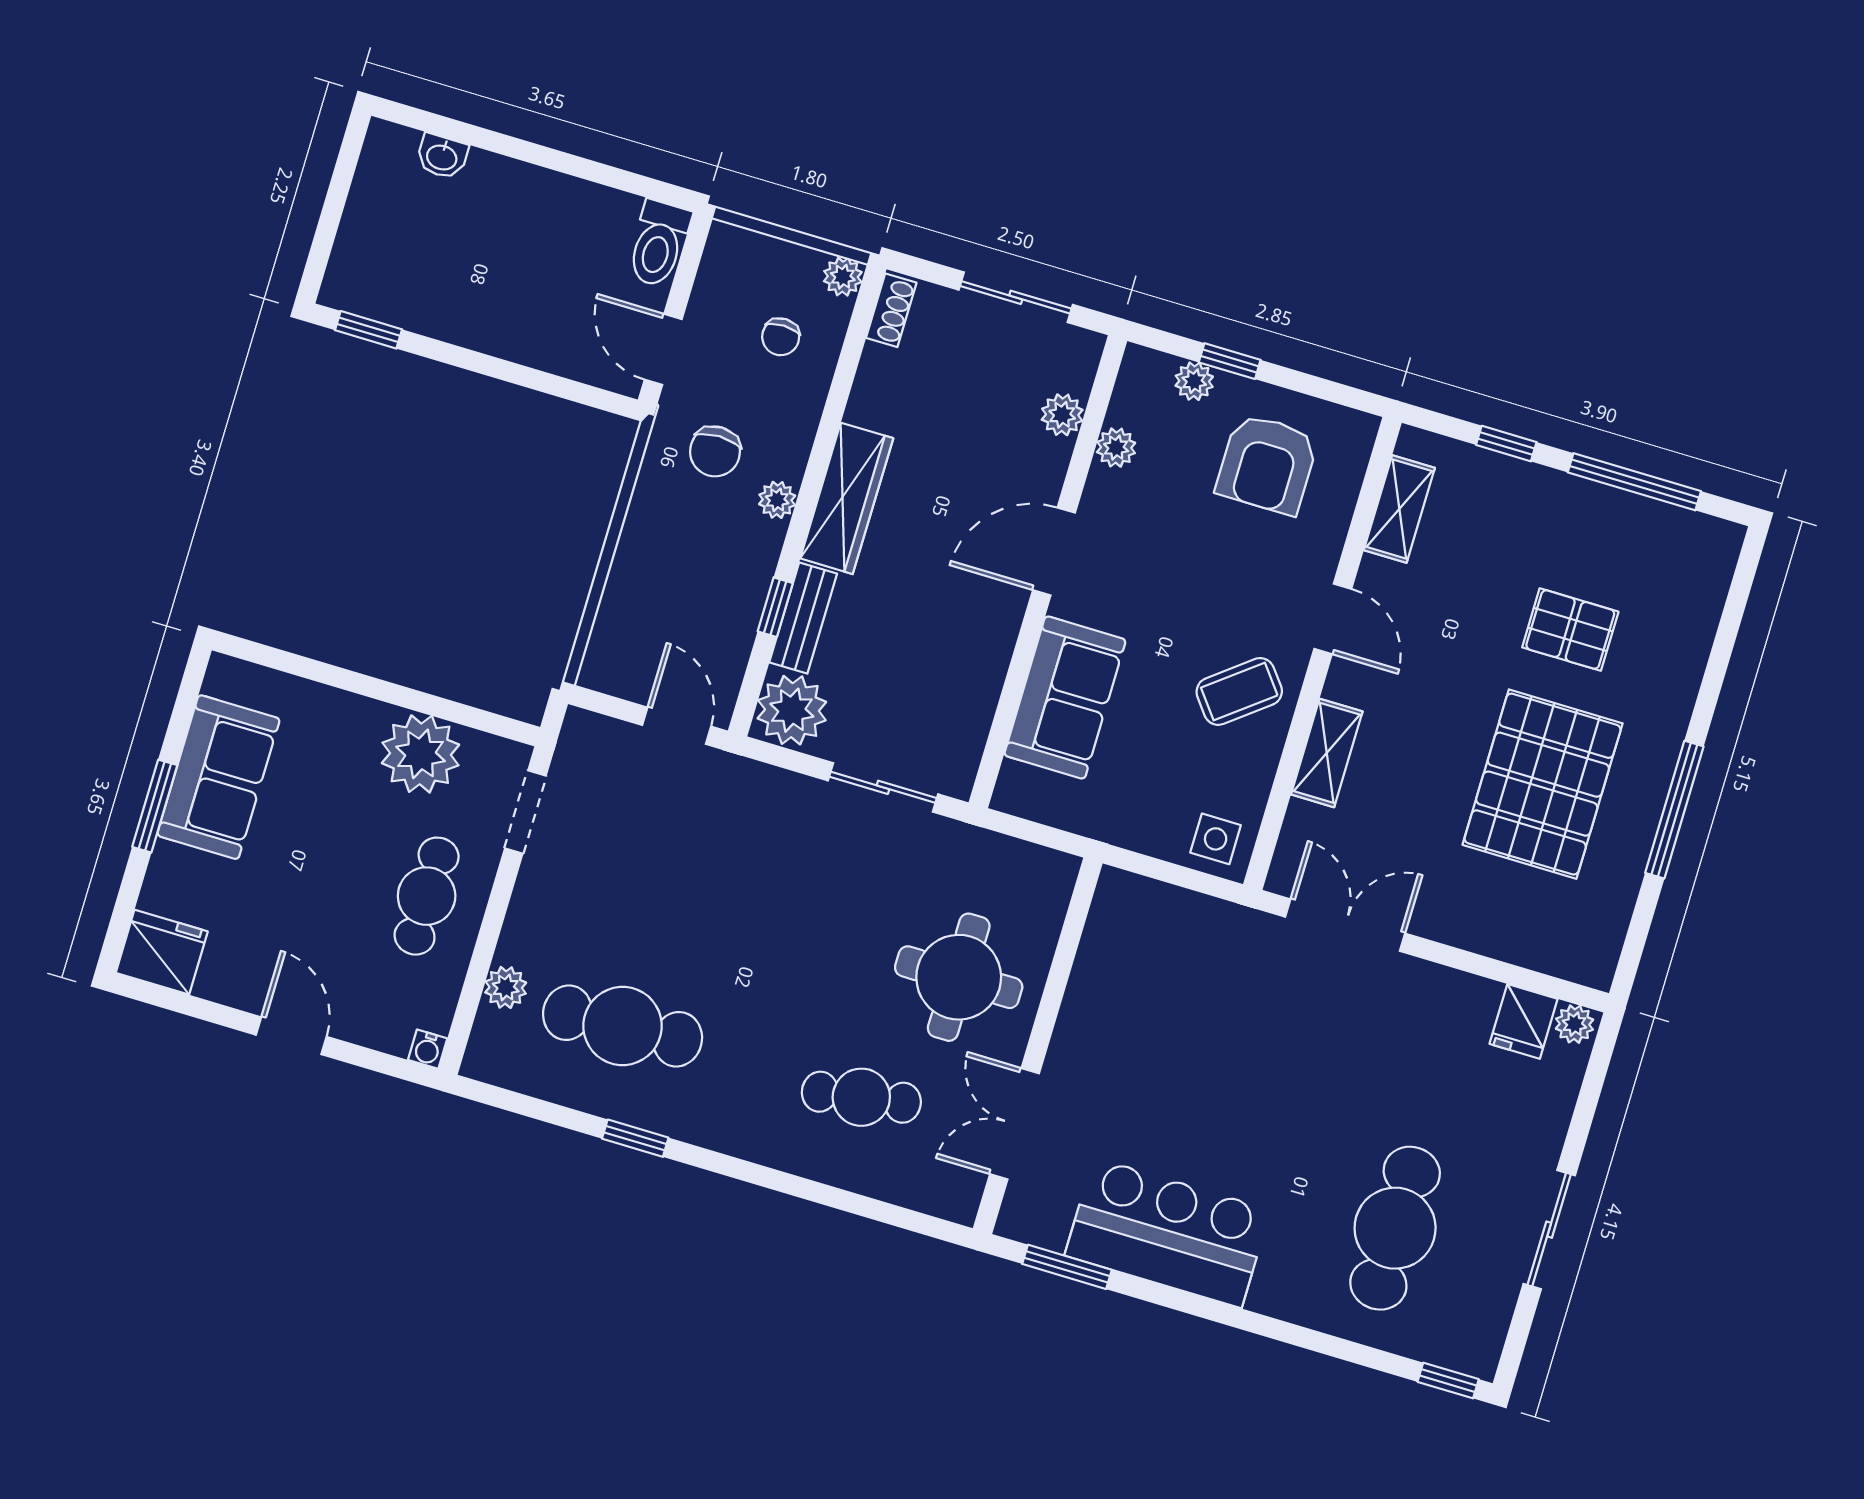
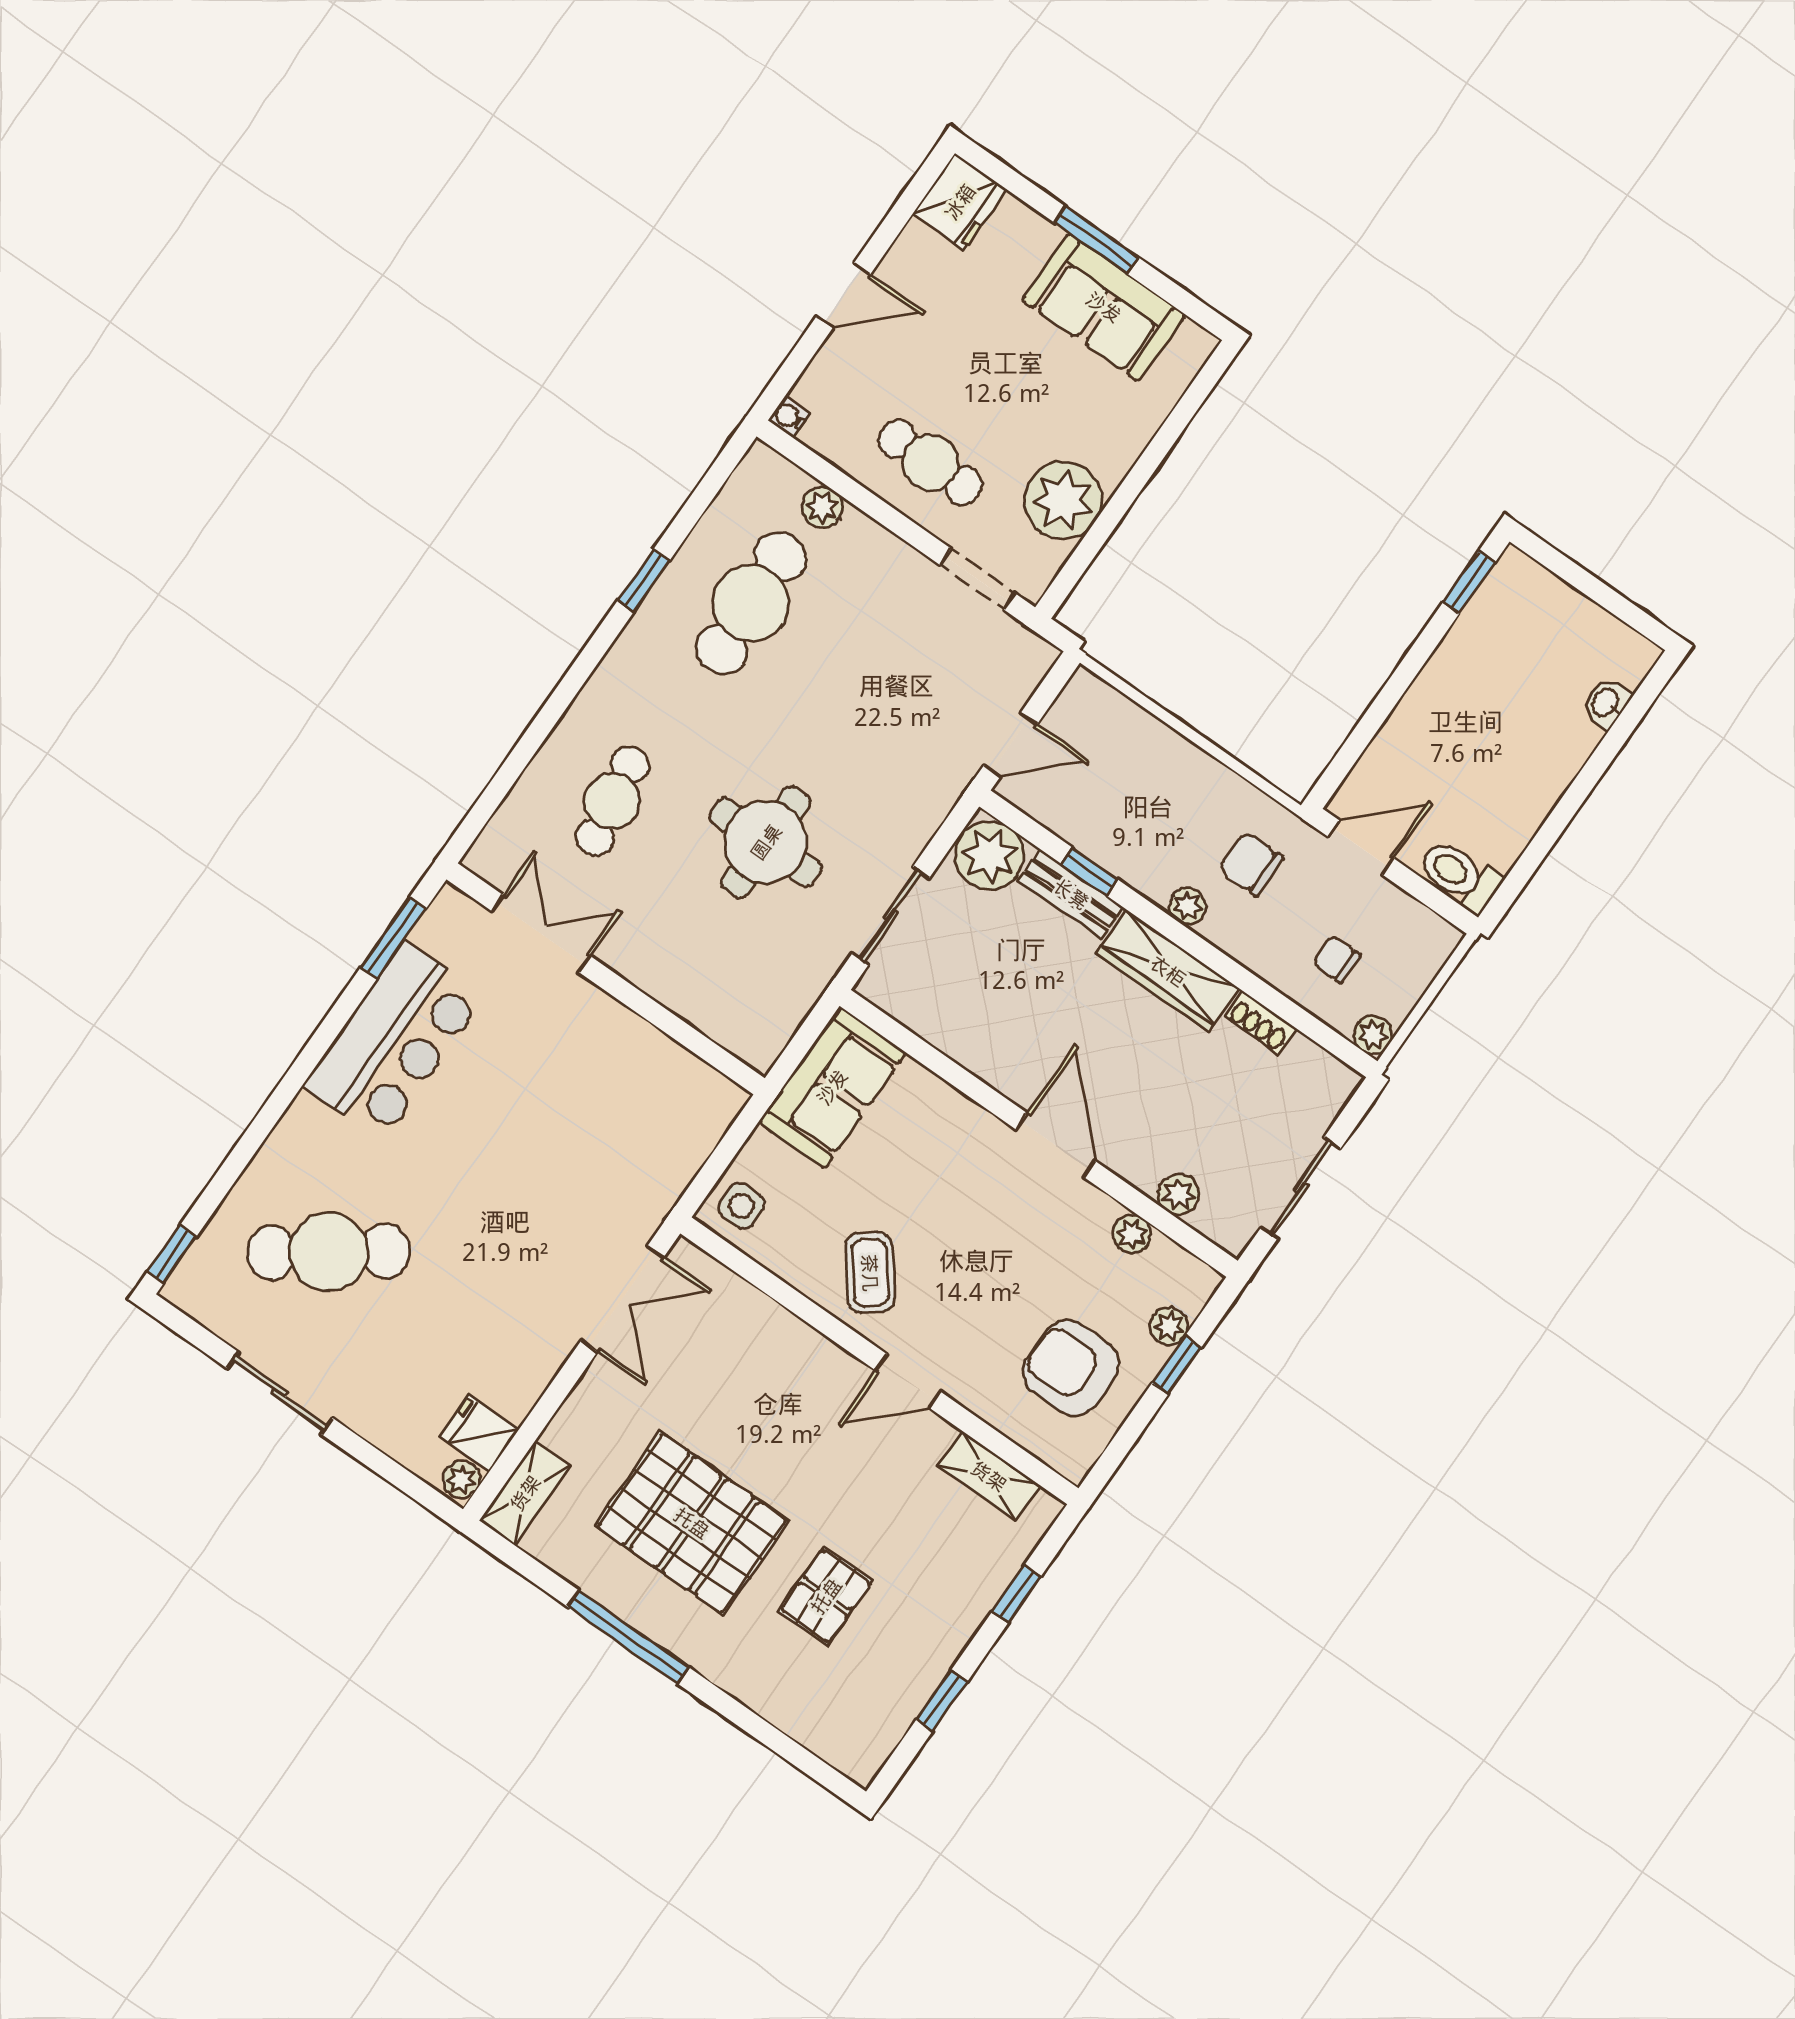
shoe rack: (891, 310) -> (1260, 1022), moved
window: (1634, 482) -> (942, 1700), width x0.46
sofa: (1065, 698) -> (832, 1087), moved, turned -90
shelving: (1327, 753) -> (525, 1493), moved, turned 90
round table: (959, 977) -> (766, 842), moved
cafe table: (1395, 1228) -> (328, 1252), turned -36

